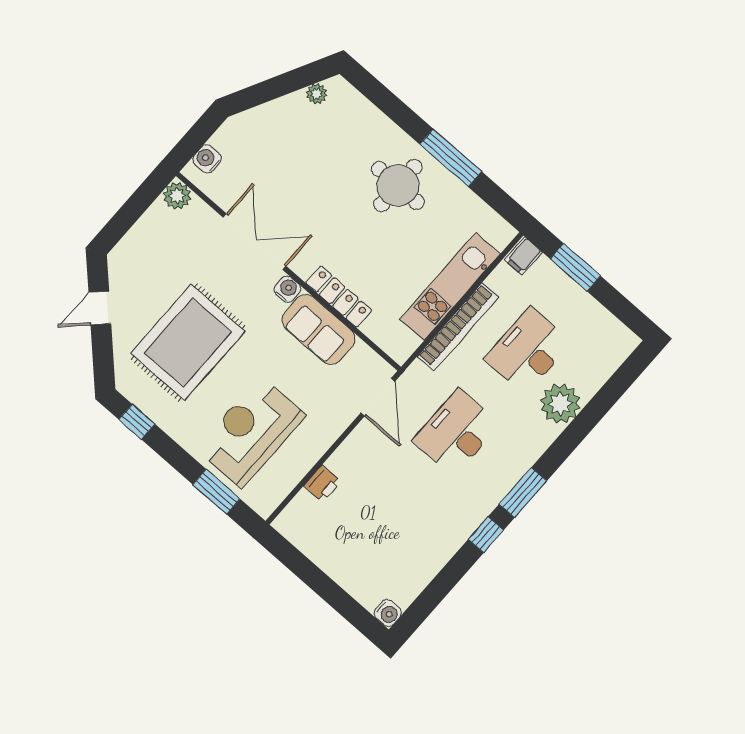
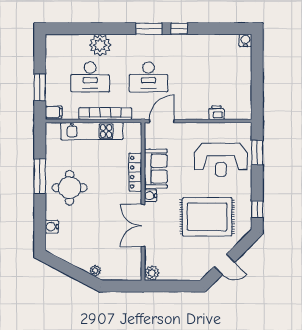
plant: (317, 94) -> (95, 271), moved
water cooler: (207, 159) -> (52, 227), moved, turned 90

